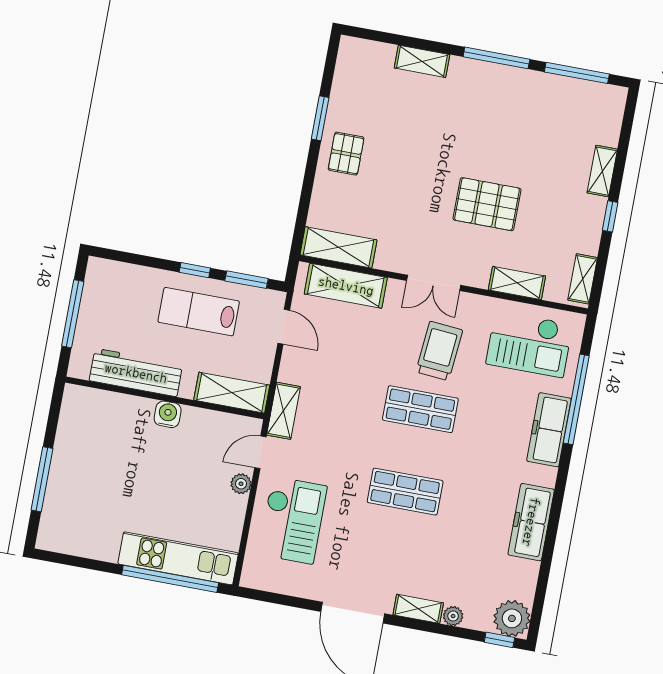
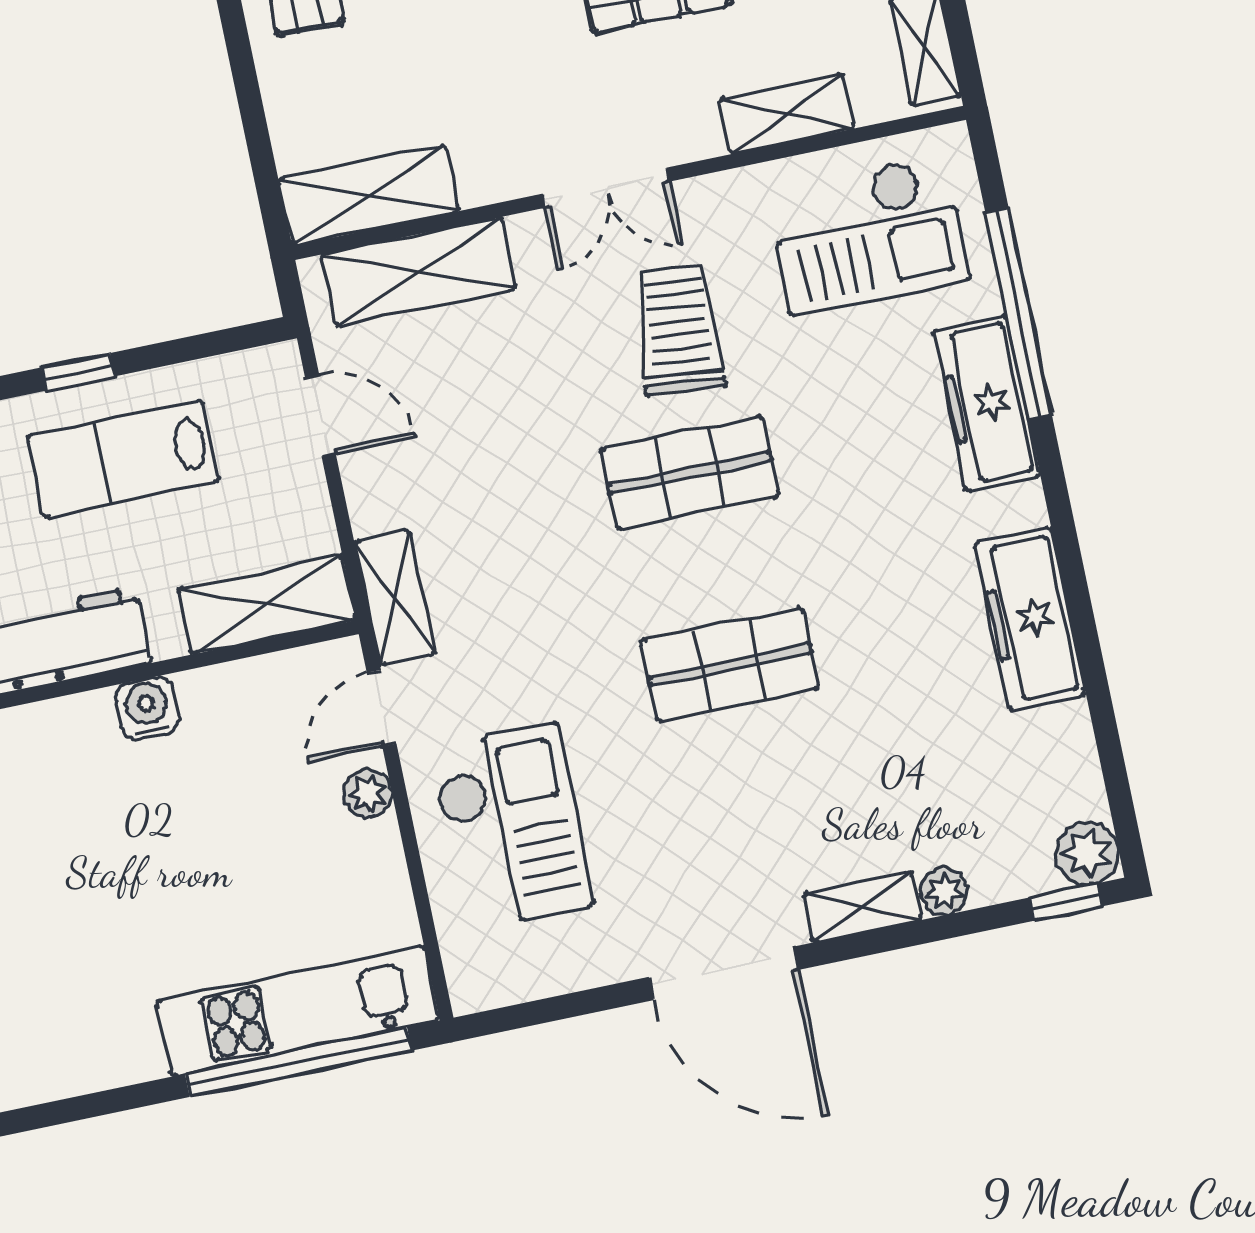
window: (246, 280) -> (198, 347), removed
plant: (512, 618) -> (1087, 853), width x0.73, depth x0.73

